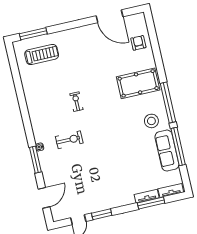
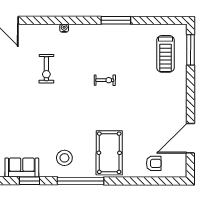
exercise bike: (69, 140) -> (46, 69), moved
window: (178, 147) -> (29, 181), width x0.47
sofa: (167, 151) -> (22, 167), width x0.73
window: (35, 160) -> (116, 20), moved

